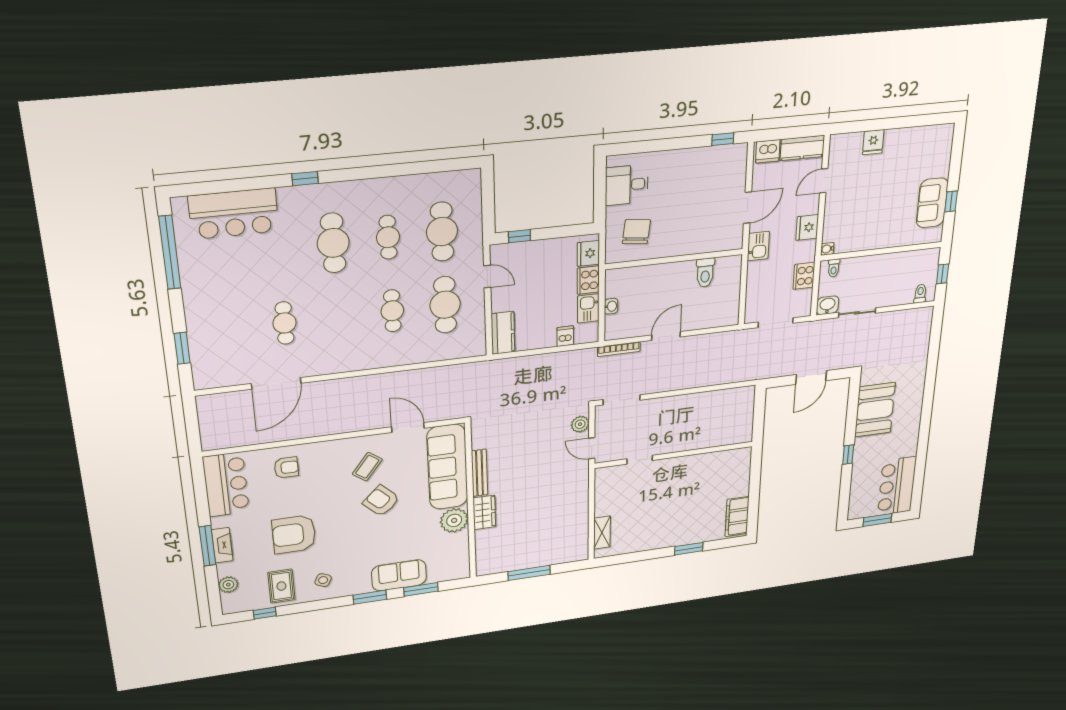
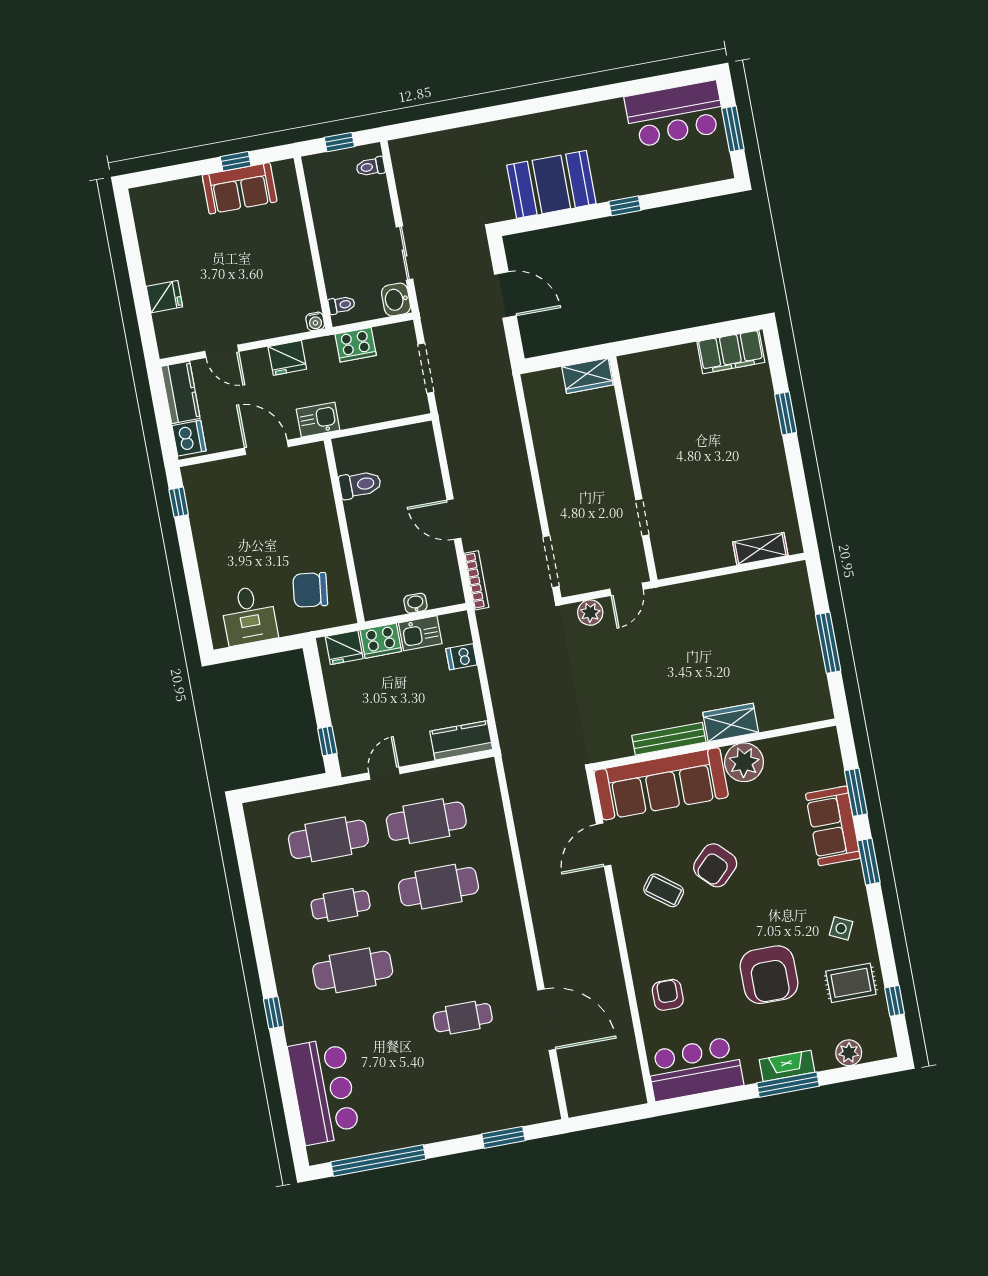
cafe table: (392, 311) -> (438, 887), width x1.37, depth x1.35
wardrobe: (744, 428) -> (587, 376), added

